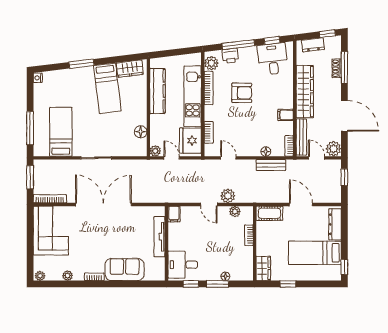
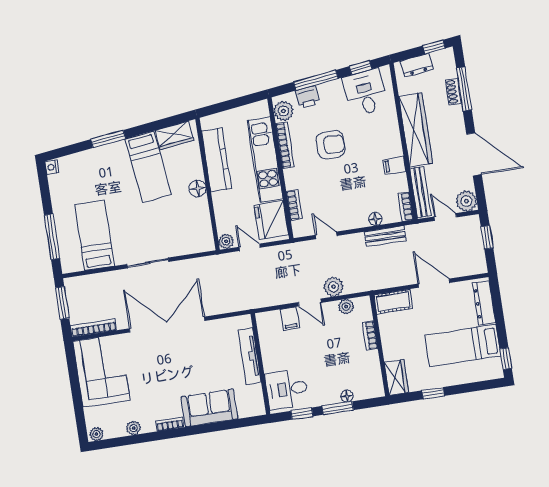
floor lamp: (141, 132) -> (198, 188), moved
filing cabinet: (174, 214) -> (290, 319), moved

